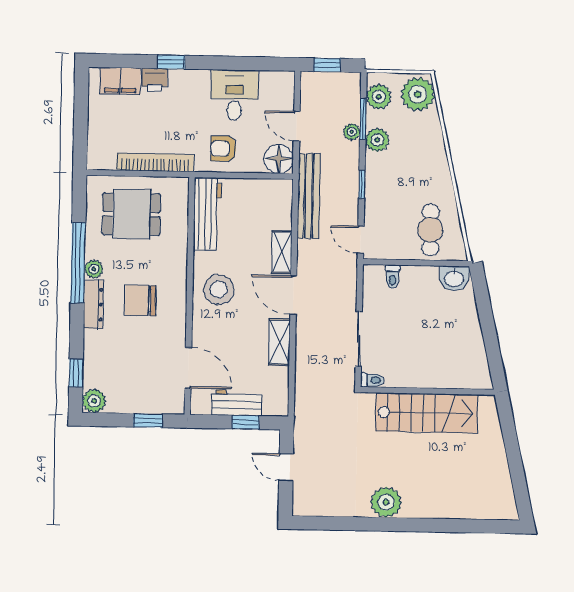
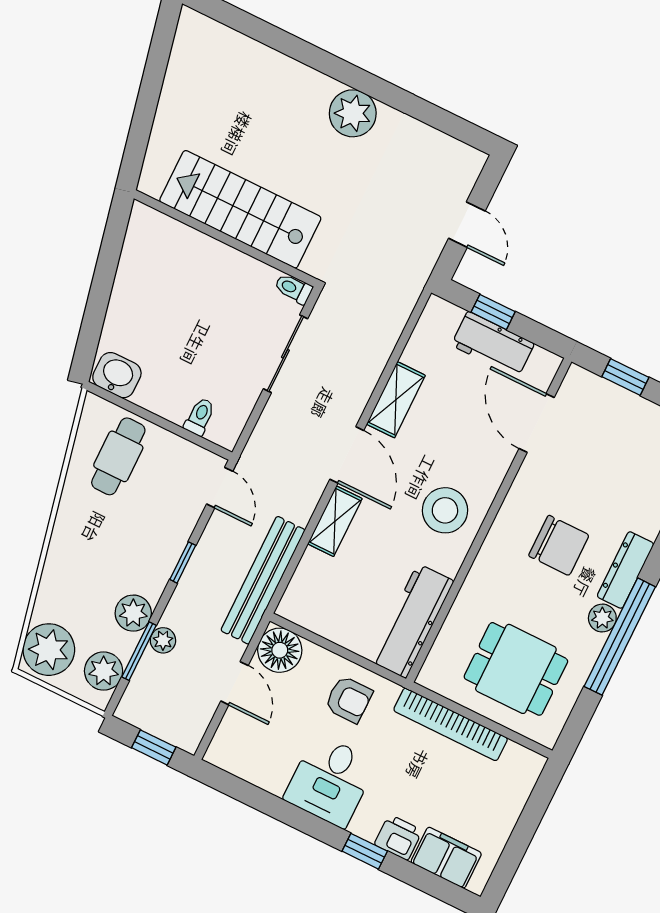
desk: (234, 95) -> (330, 781), moved

